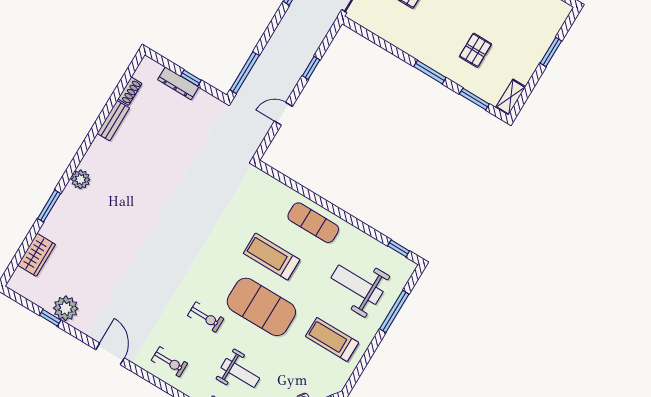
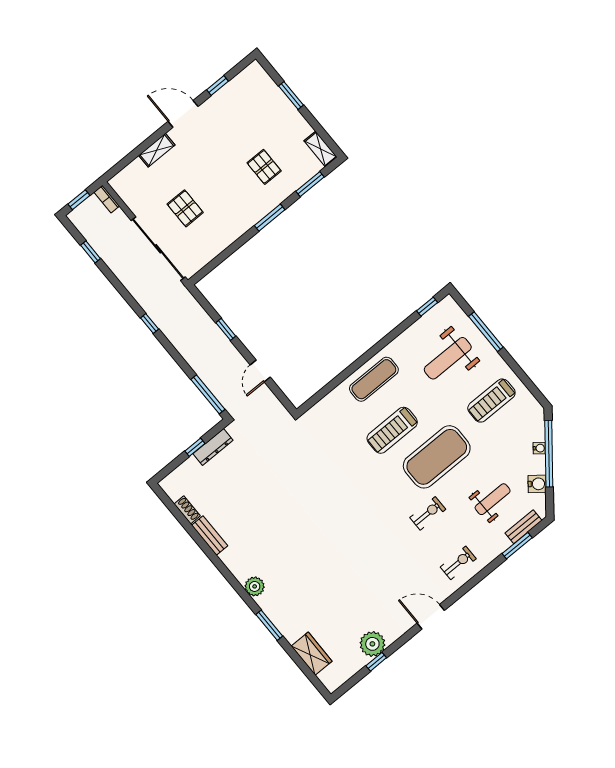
dresser: (178, 83) -> (213, 447), moved

